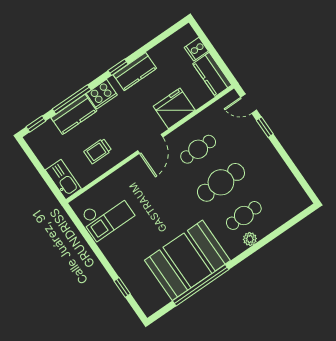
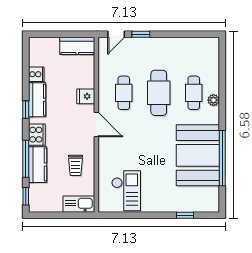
cooker: (196, 49) -> (36, 74), moved, turned -90
fridge: (174, 108) -> (86, 96), width x0.53, depth x0.75

